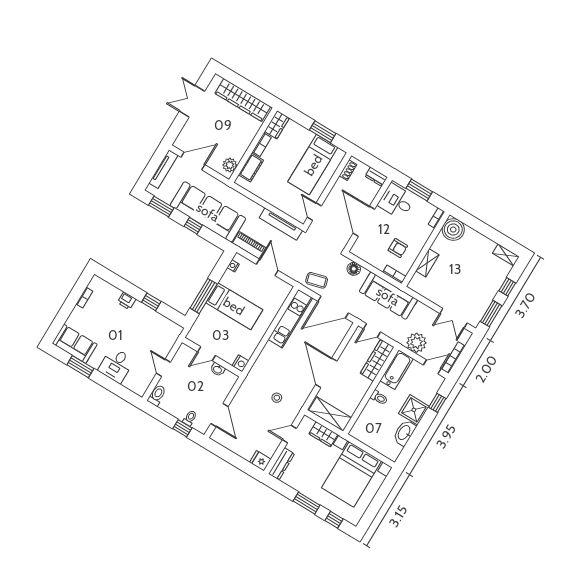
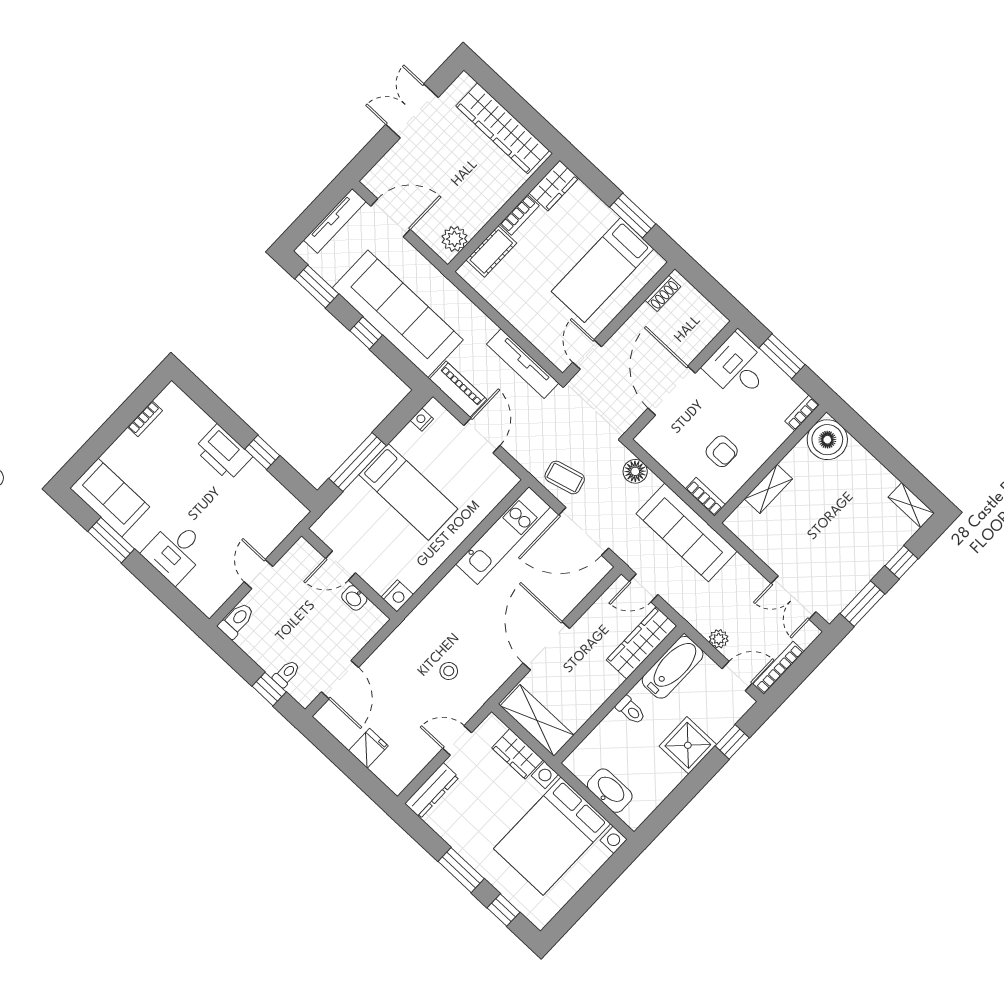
dresser: (376, 177) -> (711, 316), removed
printer: (127, 301) -> (223, 453), width x1.87, depth x1.48
plant: (416, 343) -> (719, 639), width x0.53, depth x0.53
washbasin: (404, 433) -> (610, 791), moved, turned 90
fridge: (260, 461) -> (368, 748), moved, turned 90

